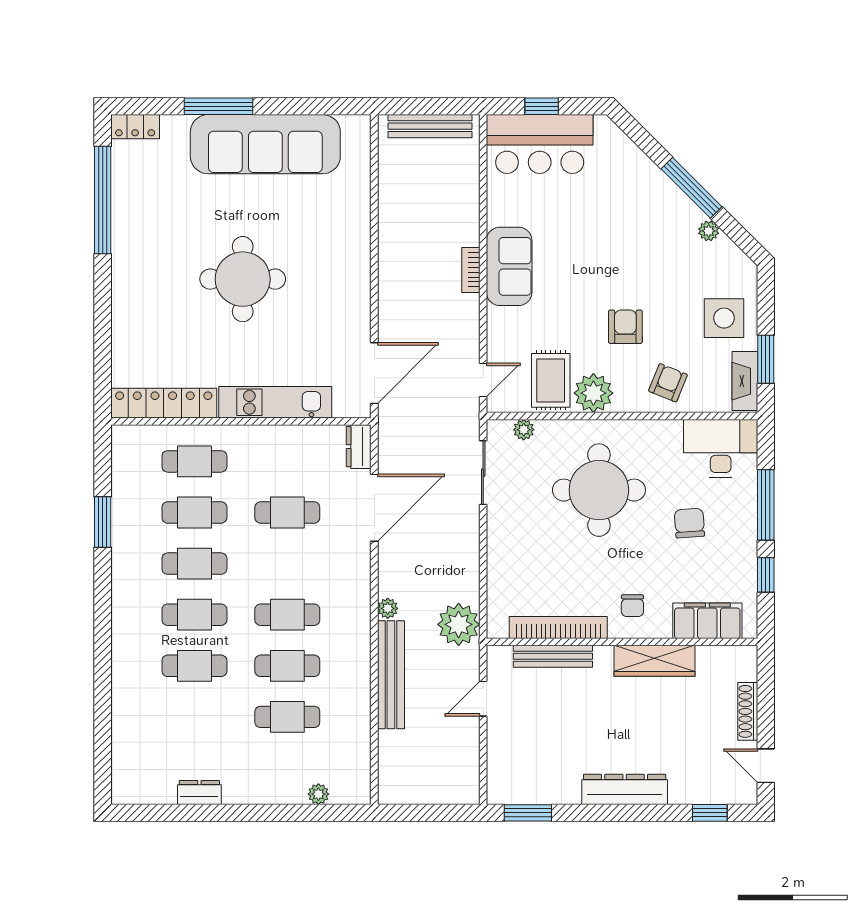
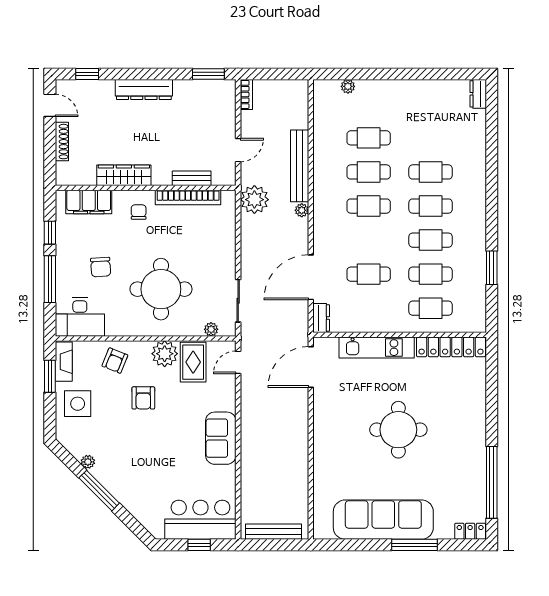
bookcase: (471, 270) -> (246, 94), moved
bench: (553, 656) -> (192, 178), width x0.73
dresser: (199, 792) -> (478, 94), moved, turned 90

